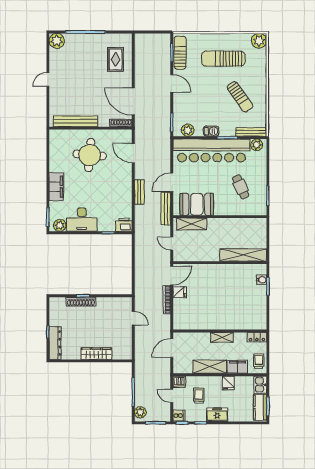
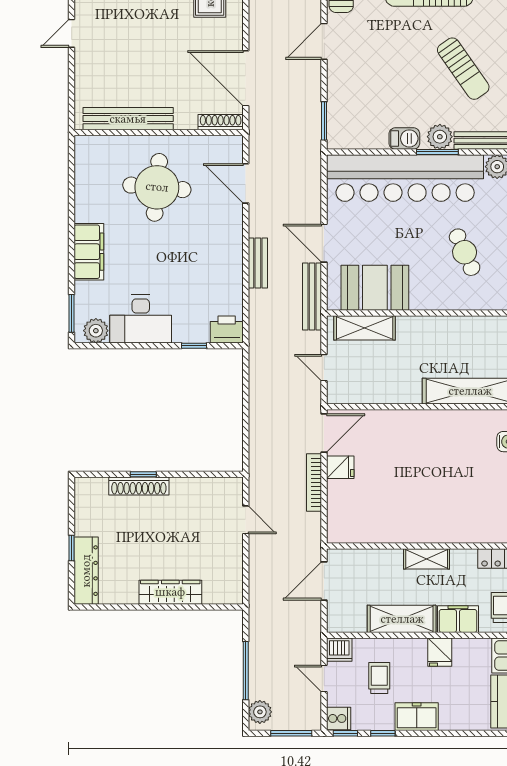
door: (172, 83) -> (324, 41), swing flipped
plant: (188, 130) -> (440, 137), moved
door: (172, 182) -> (324, 243), hinge flipped

